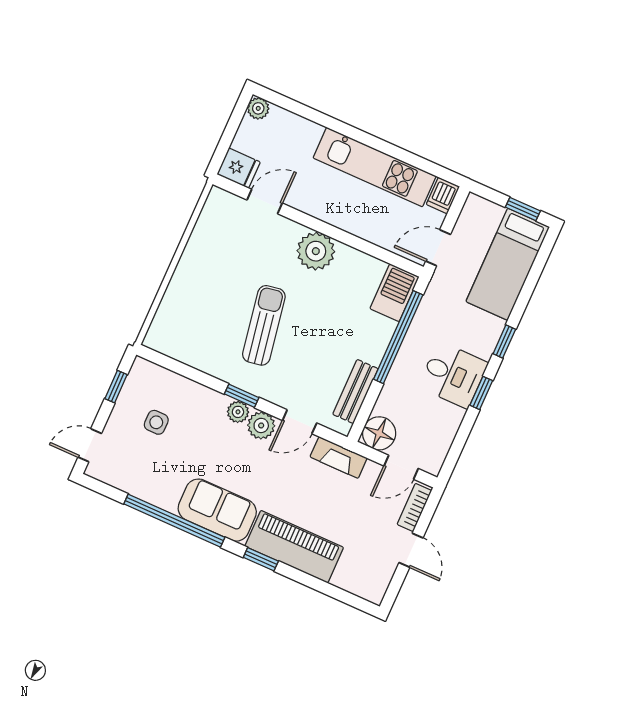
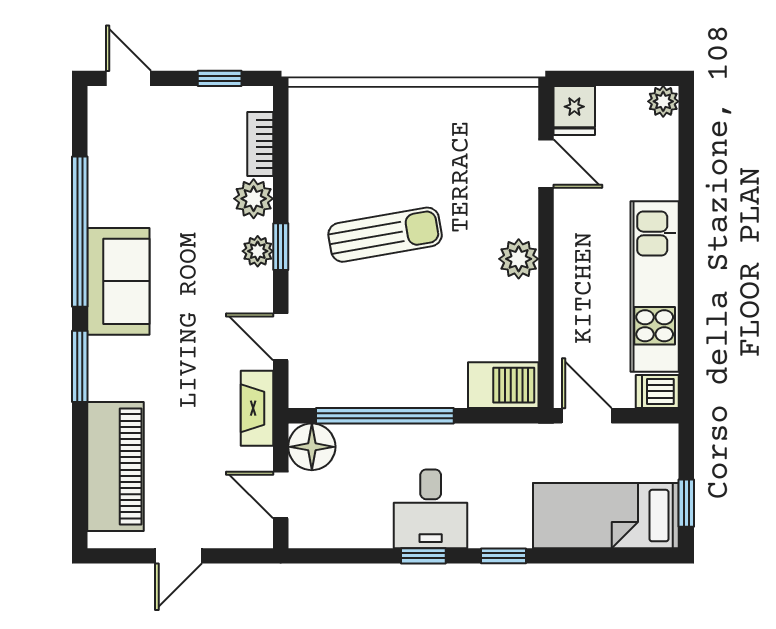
plant: (316, 251) -> (519, 259), width x0.73, depth x0.73
window: (398, 337) -> (385, 416), moved
bench: (355, 391) -> (352, 392), removed
side table: (156, 422) -> (197, 151), removed
plant: (261, 425) -> (254, 199), moved
bookcase: (414, 507) -> (260, 144), moved, turned -90
piano: (294, 547) -> (115, 466), moved
window: (261, 559) -> (80, 366), width x1.50

